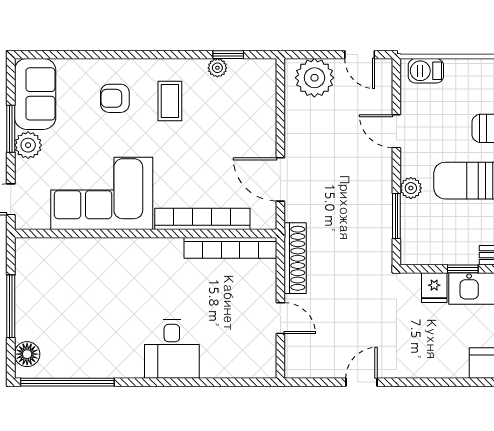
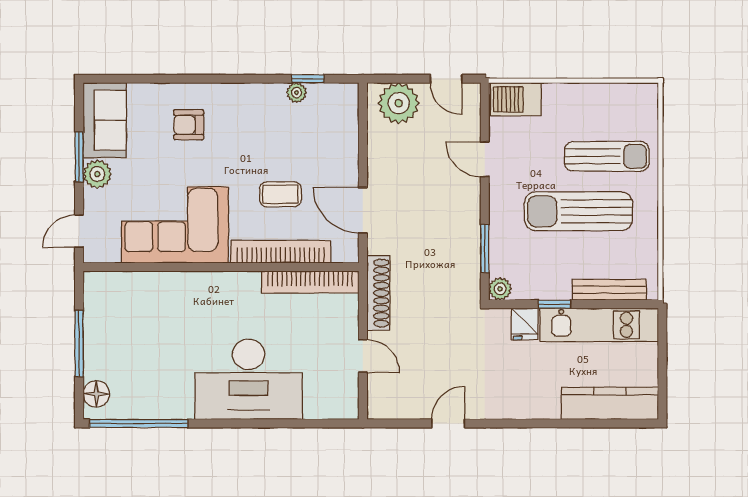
barbecue: (426, 71) -> (516, 99), width x1.38, depth x1.27
coffee table: (170, 101) -> (280, 194), moved, turned 90
plant: (411, 188) -> (500, 289), moved
desk: (172, 349) -> (249, 379), width x1.87, depth x1.30

